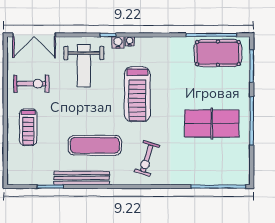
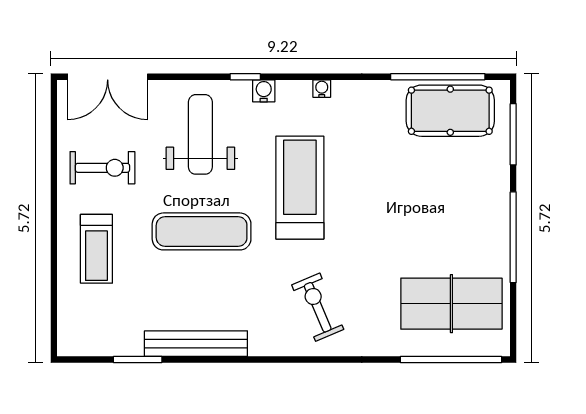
water cooler: (130, 41) -> (322, 89), moved
weight bench: (84, 66) -> (200, 134), turned 180
treadmill: (137, 94) -> (300, 188), turned 180
table tennis table: (212, 123) -> (451, 304), moved
exercise mat: (95, 145) -> (202, 231), moved
exercise bike: (147, 159) -> (318, 307), turned 140

